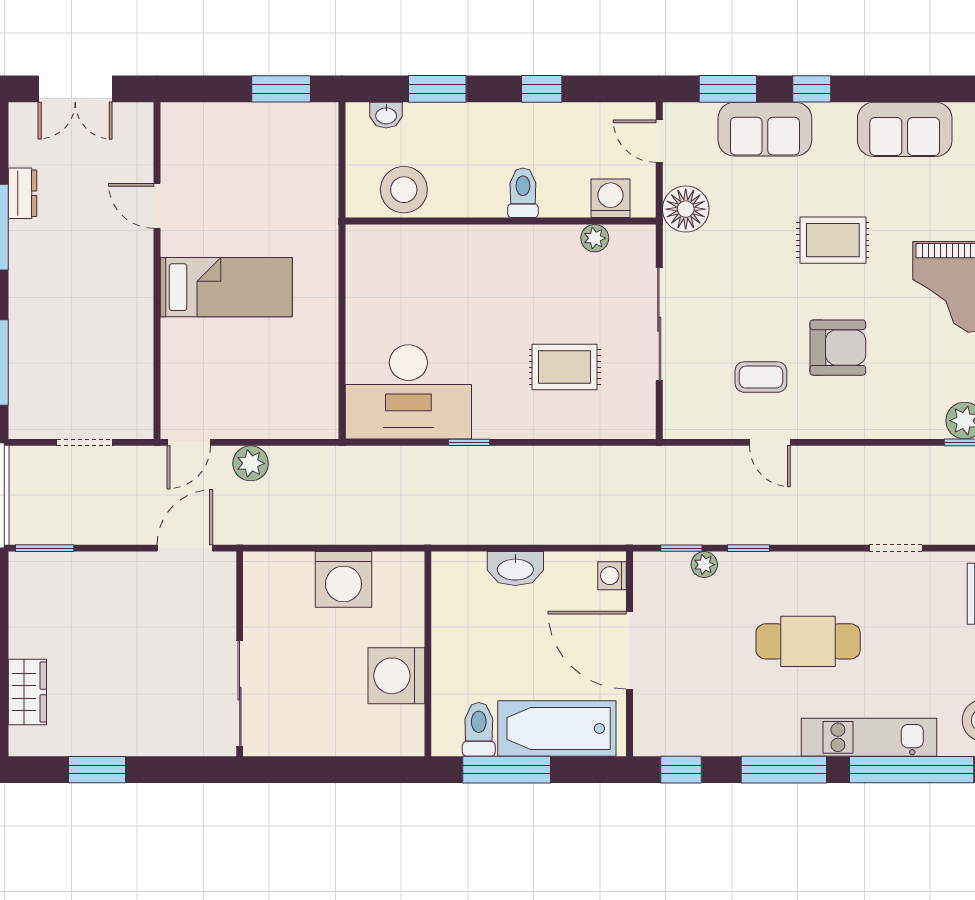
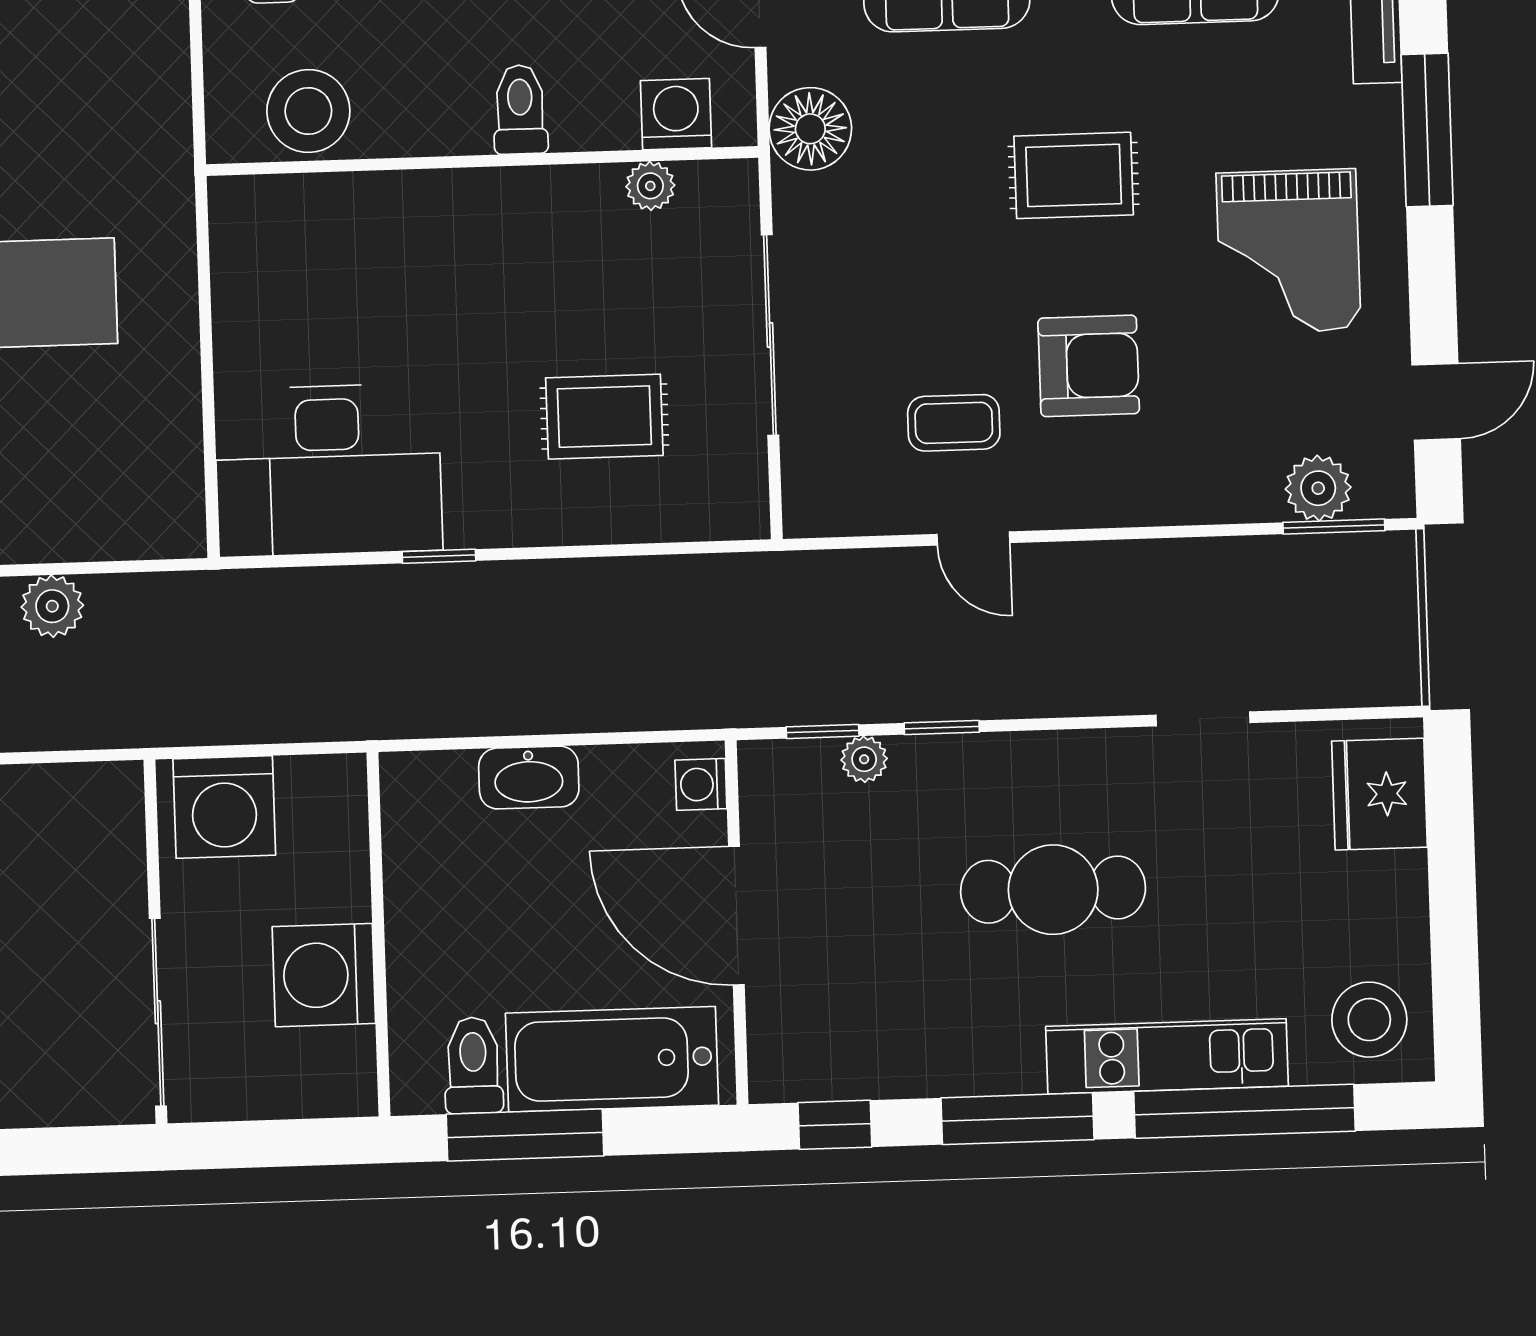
wall: (240, 654) -> (155, 942), moved
sliding door: (240, 694) -> (158, 1012), moved

